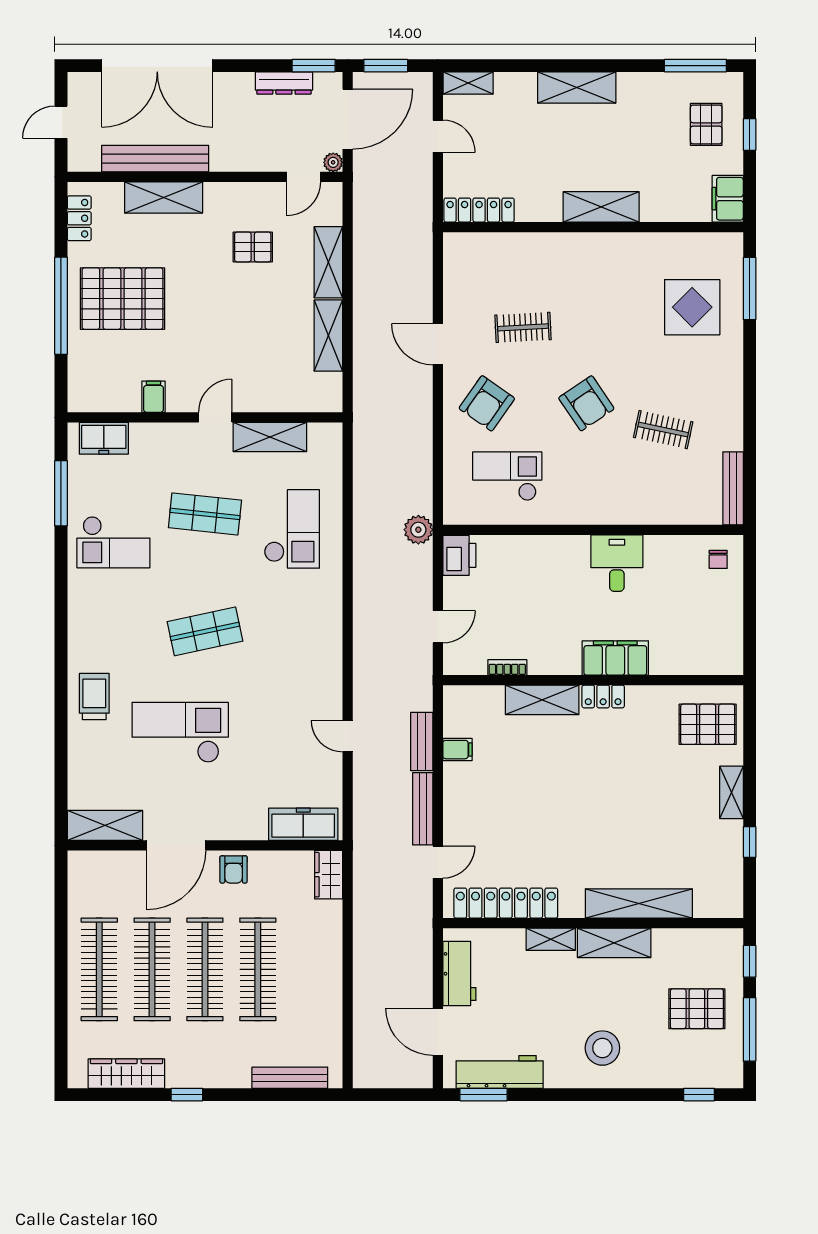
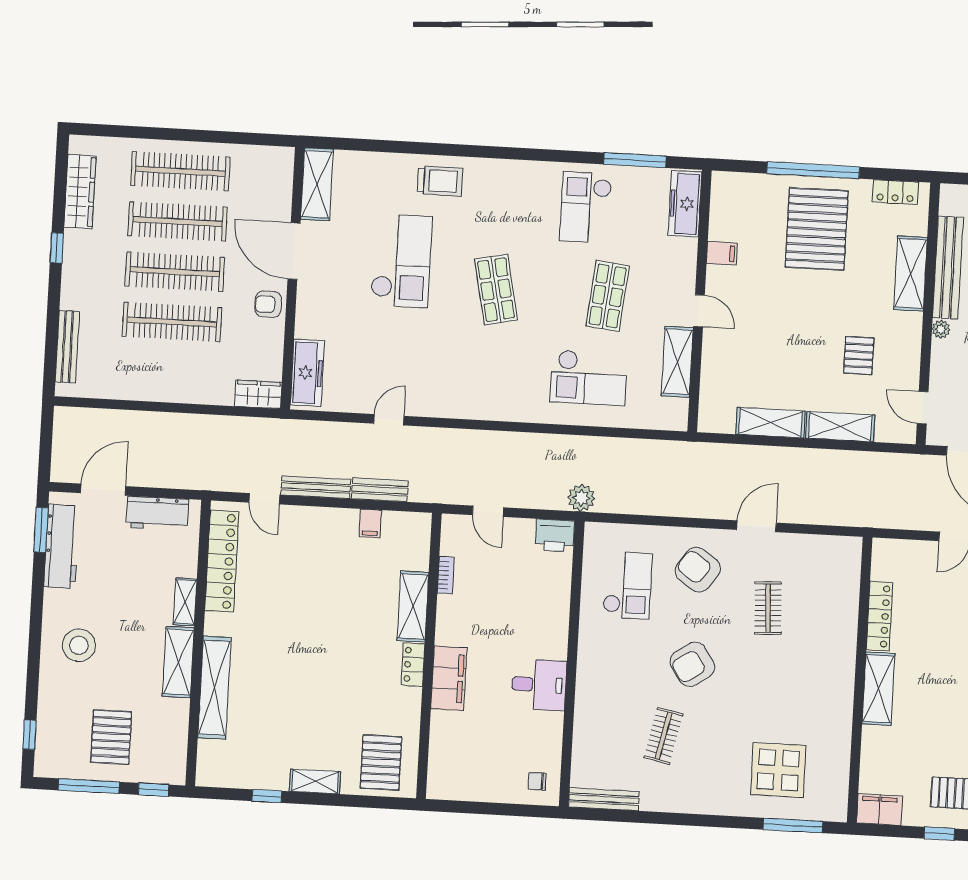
plant: (333, 162) -> (941, 329), moved
locker: (479, 210) -> (879, 616), moved
freezer: (104, 438) -> (685, 204), width x1.40

